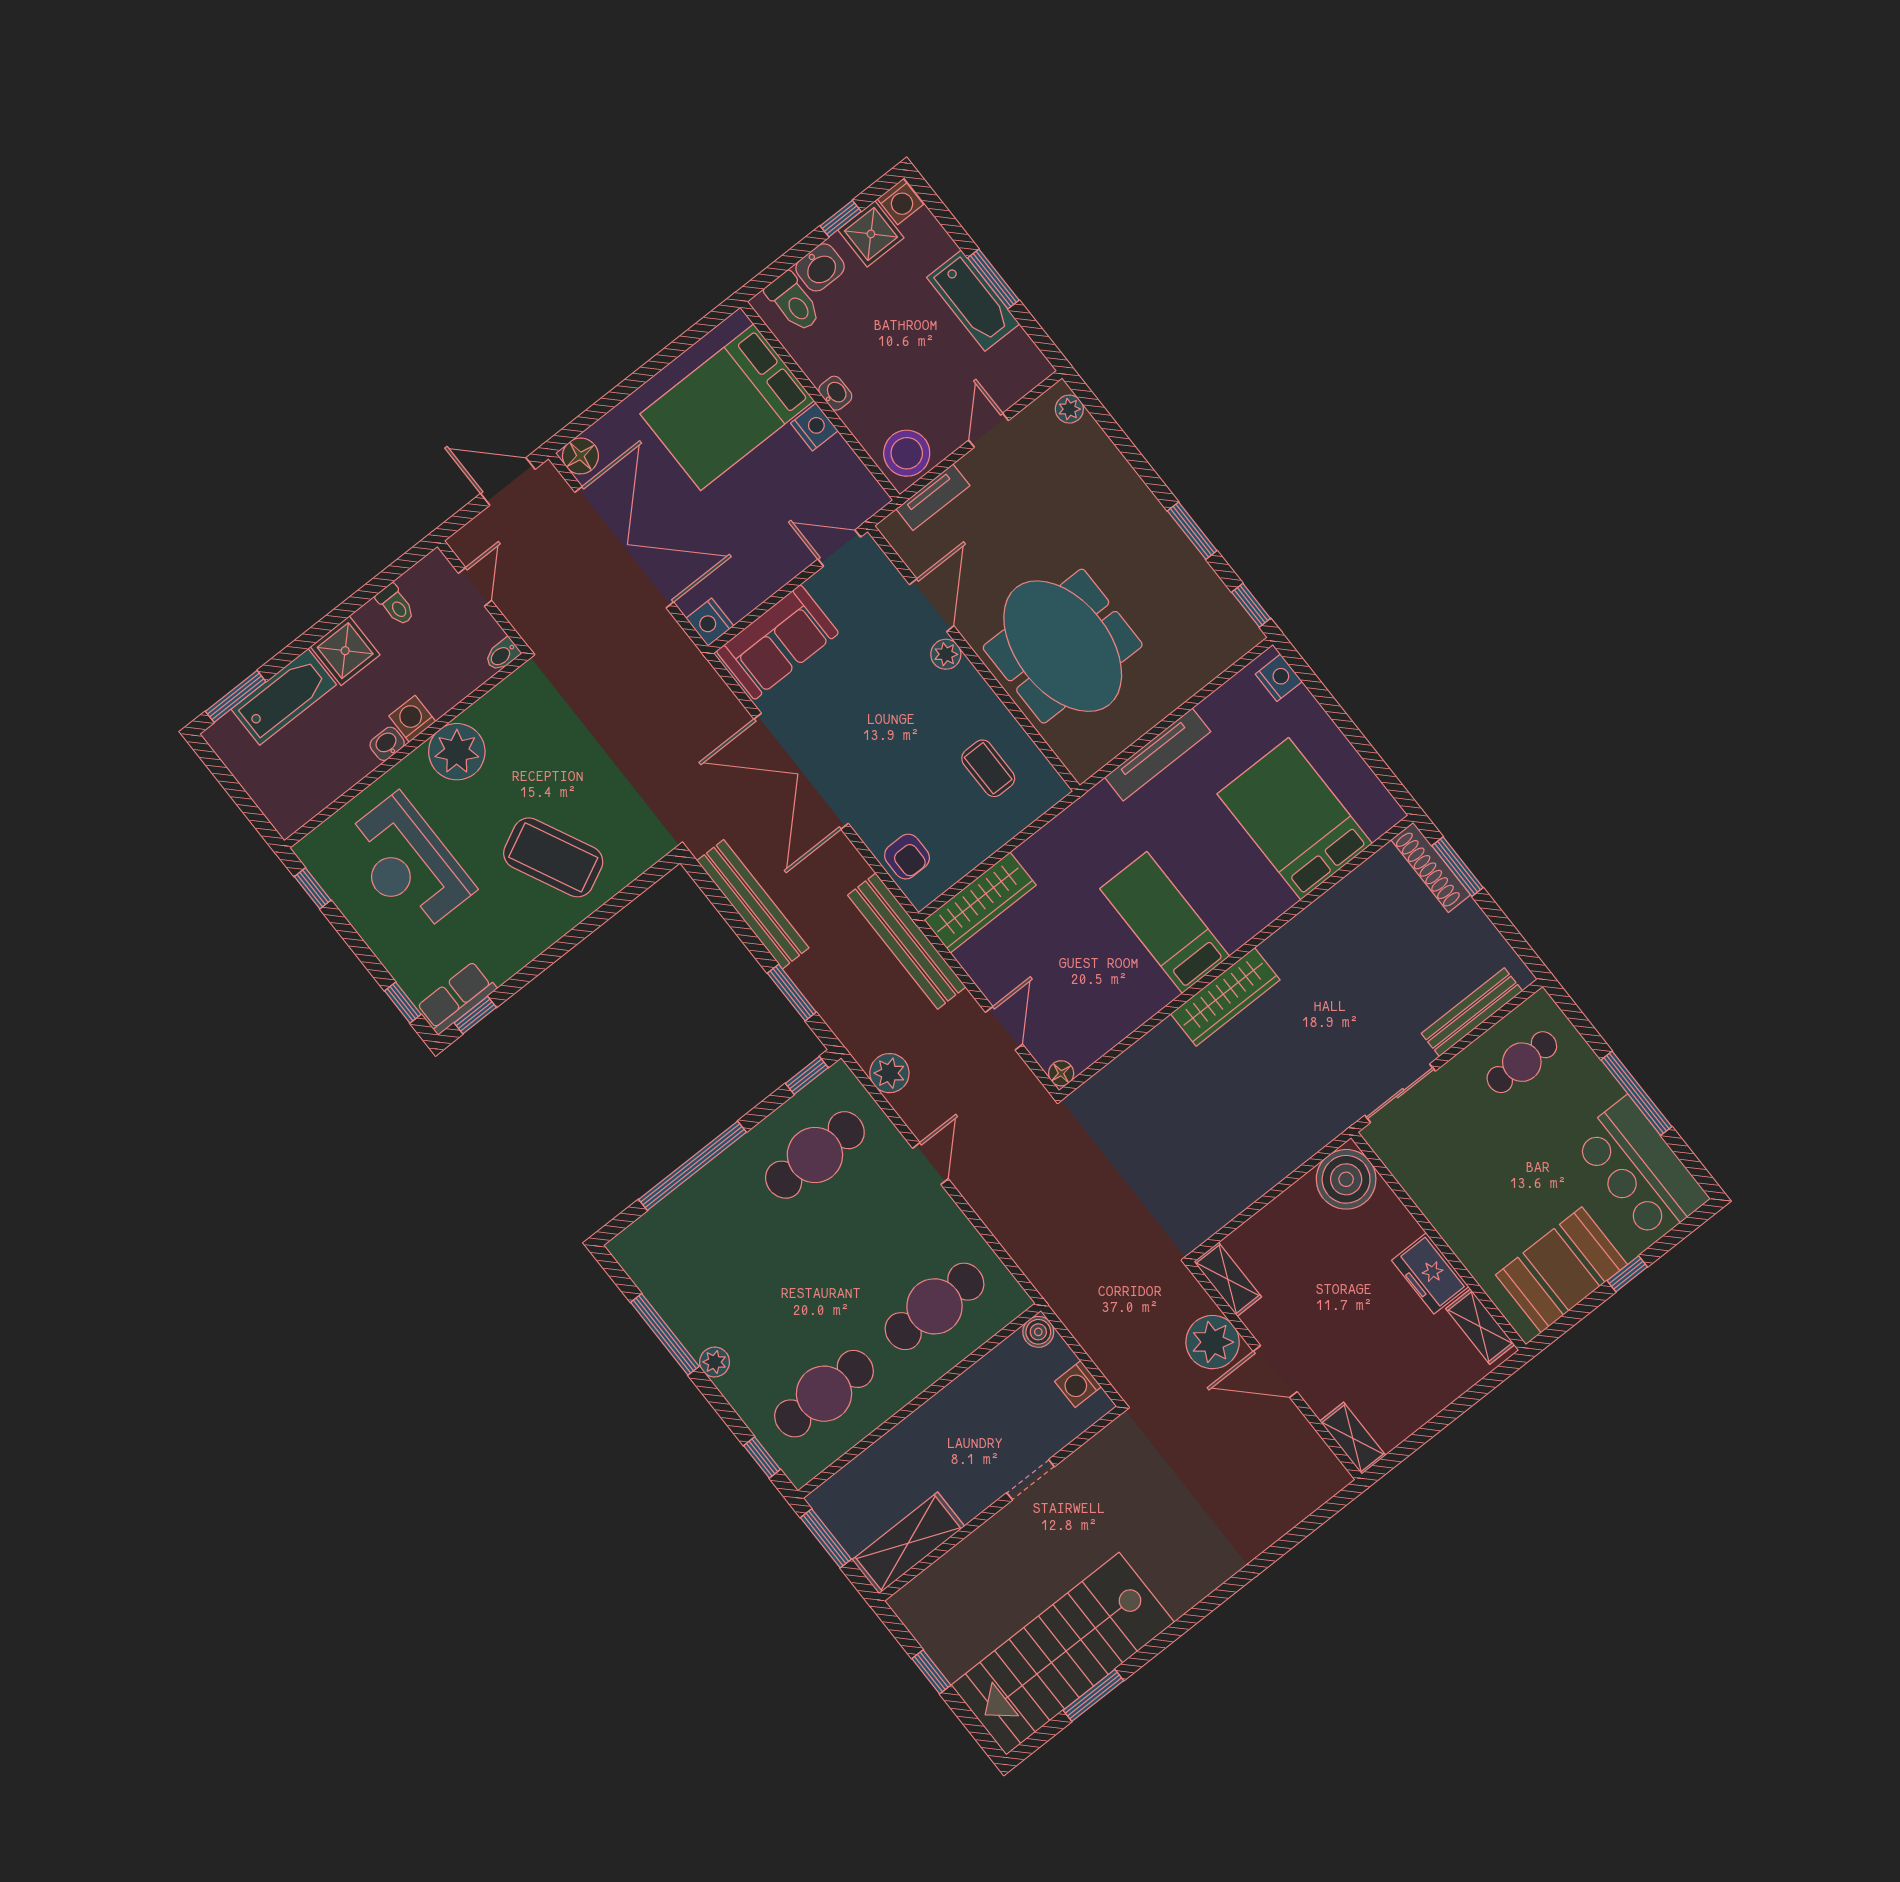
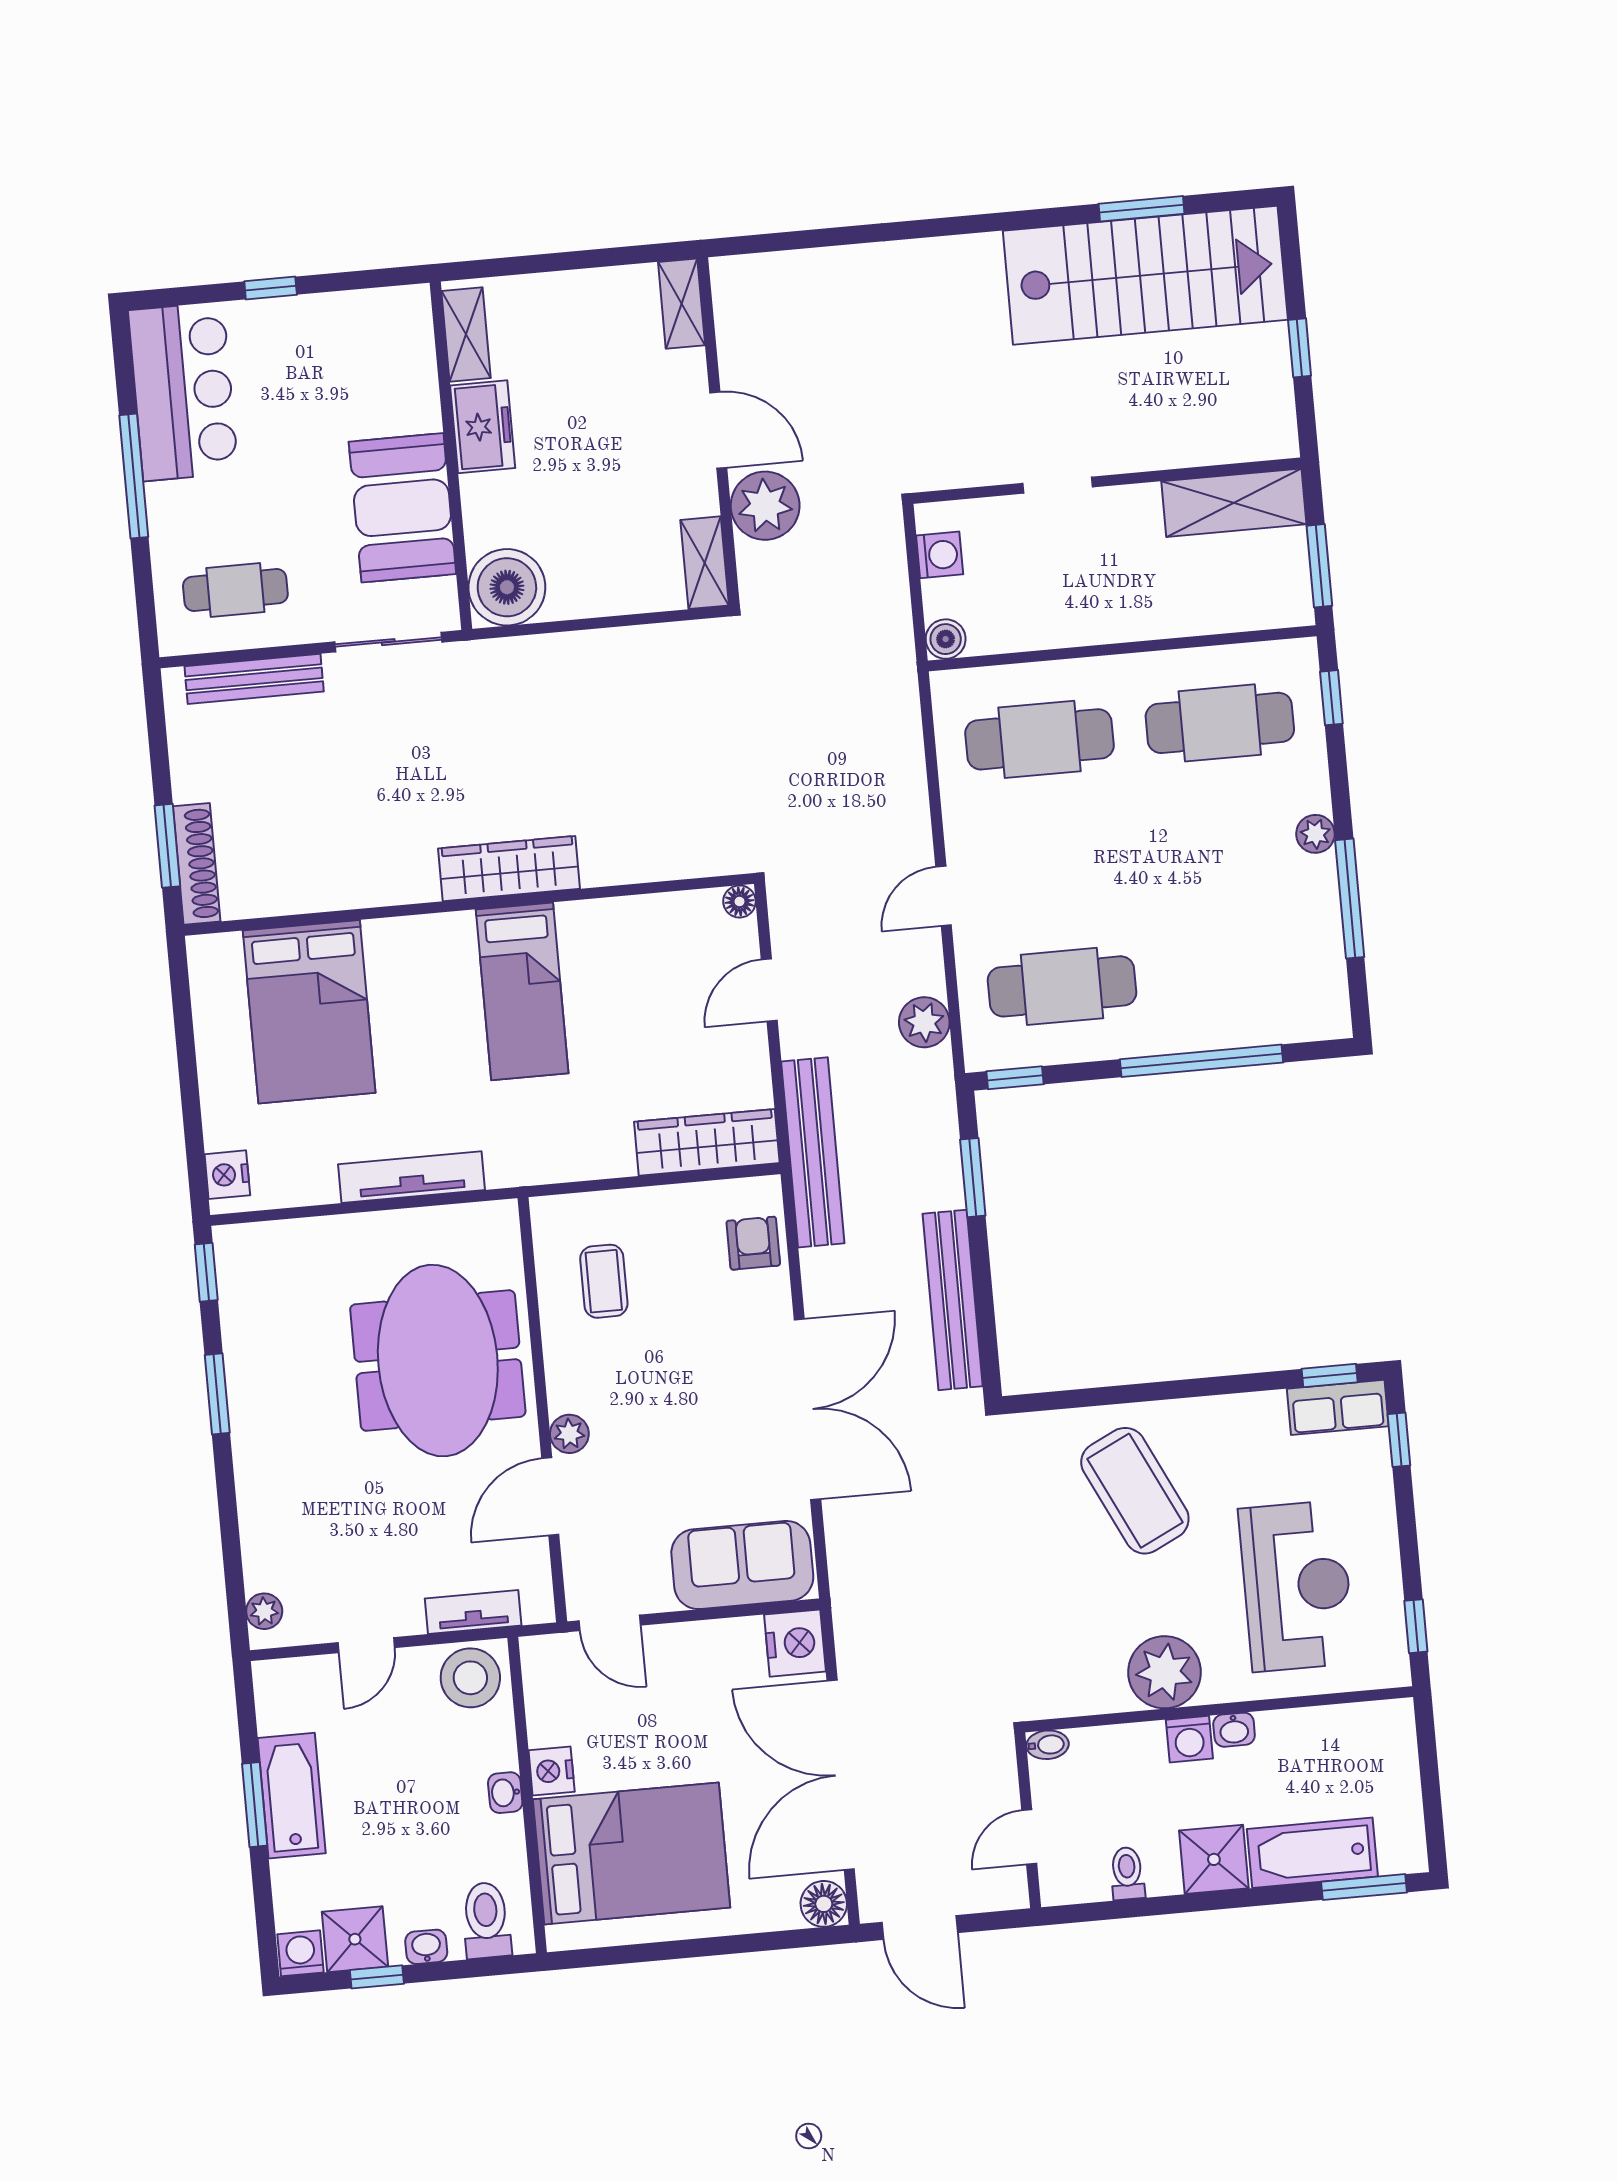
washbasin: (820, 267) -> (426, 1947), width x0.72, depth x0.69
nightstand: (710, 622) -> (795, 1643), width x1.36, depth x1.33
booth: (1561, 1270) -> (402, 508), moved, turned 90

